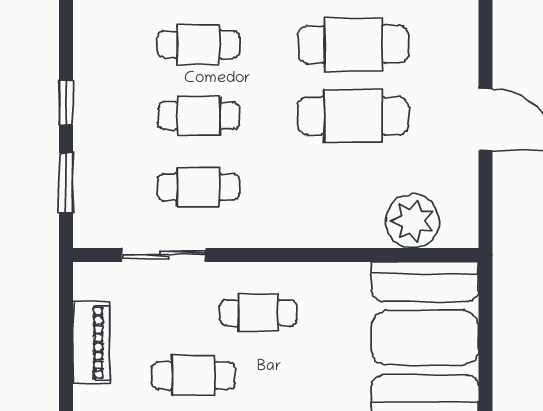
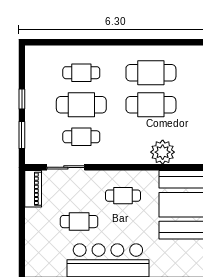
cafe table: (198, 116) -> (81, 105), width x1.37, depth x1.35
plant: (412, 221) -> (163, 152), moved
cafe table: (258, 313) -> (123, 196), moved
piano: (91, 343) -> (33, 189), moved

